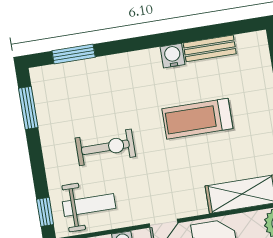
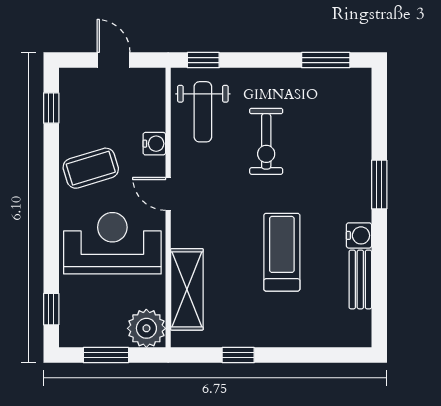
window: (74, 54) -> (379, 185), moved

